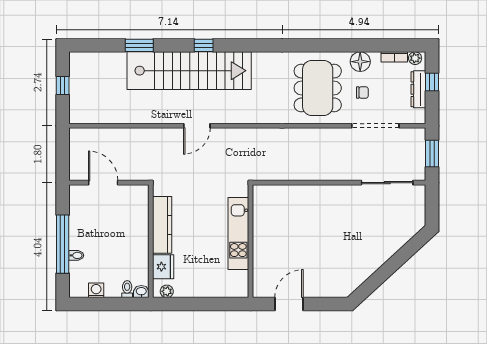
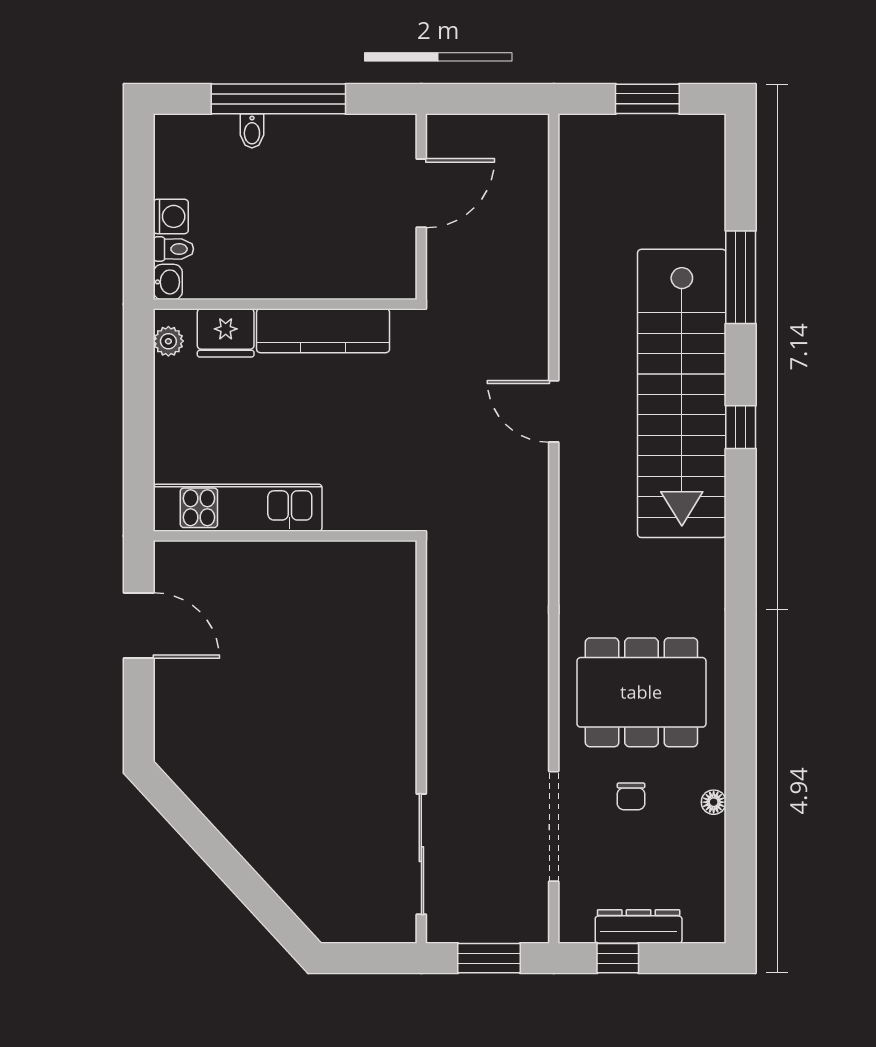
window: (139, 45) -> (741, 277), width x1.44
bookcase: (394, 57) -> (714, 870), removed
plant: (415, 58) -> (711, 919), removed
floor lamp: (360, 62) -> (714, 802), width x0.53, depth x0.53
window: (432, 82) -> (618, 958), moved
window: (63, 85) -> (647, 99), width x1.50
kitchen unit: (238, 233) -> (238, 508), moved
washing machine: (96, 290) -> (171, 216), moved

